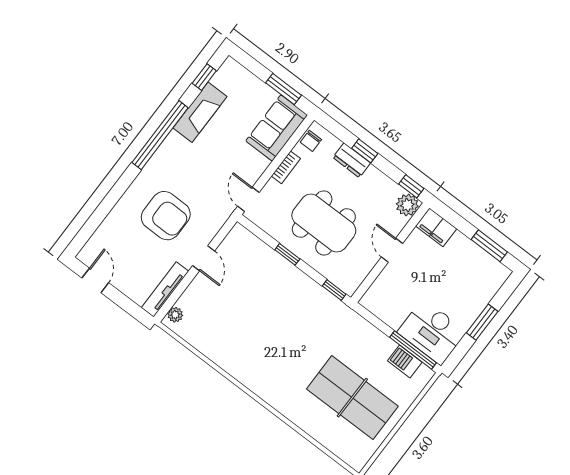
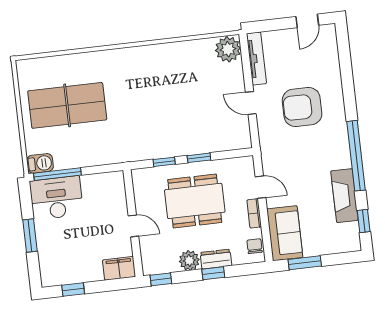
door: (248, 199) -> (261, 187), moved
plant: (407, 205) -> (189, 260), moved
window: (489, 246) -> (73, 290), width x0.67
door: (95, 280) -> (307, 21), hinge flipped
window: (334, 290) -> (164, 162), moved
plant: (175, 315) -> (228, 49), width x1.88, depth x1.88
barbecue: (405, 362) -> (40, 163), moved

